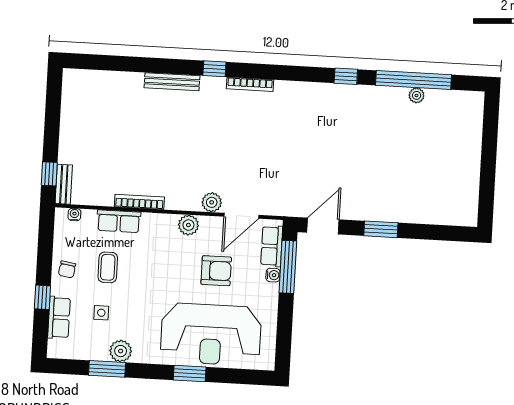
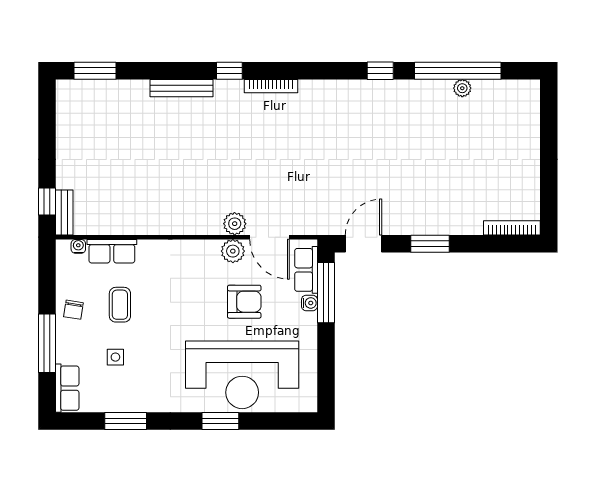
window: (97, 62) -> (95, 71), added
bookcase: (139, 202) -> (512, 228), moved
door: (241, 216) -> (269, 237), hinge flipped
row of seats: (119, 221) -> (112, 251), moved
plant: (188, 225) -> (233, 251), moved
window: (42, 297) -> (47, 343), width x2.17
row of seats: (59, 317) -> (67, 388), moved
plant: (121, 351) -> (140, 400), removed

